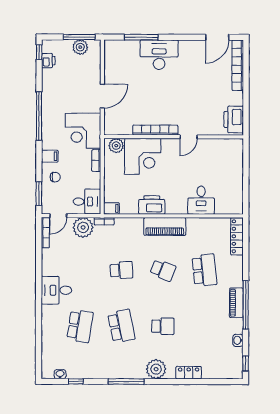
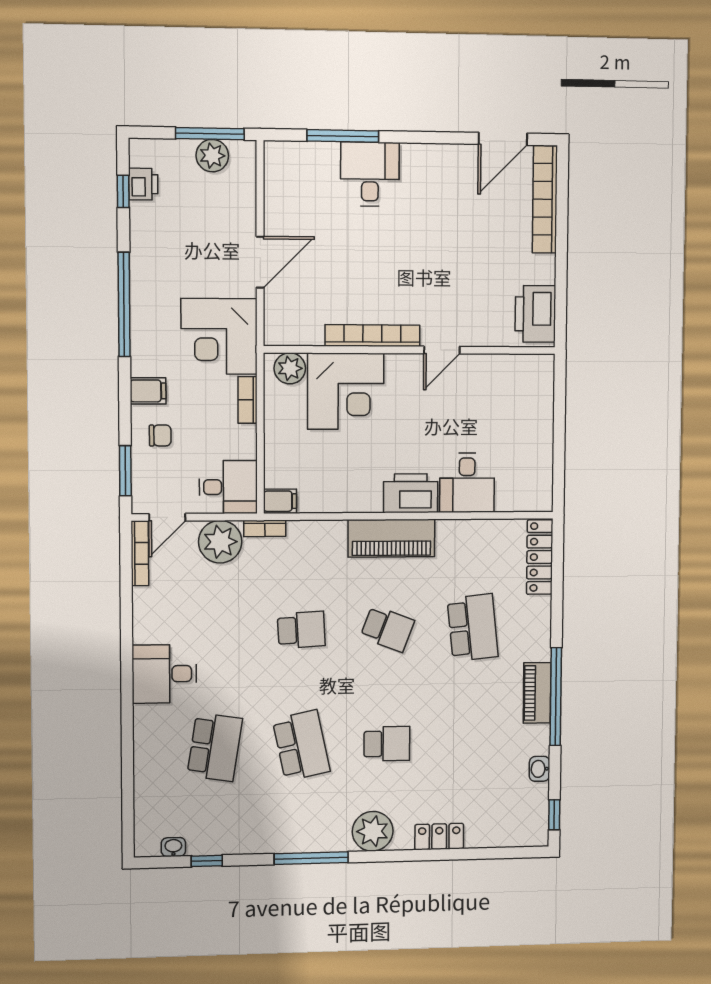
window: (39, 52) -> (123, 191), moved
desk: (159, 55) -> (370, 174), width x0.73
printer: (152, 205) -> (411, 493), moved

